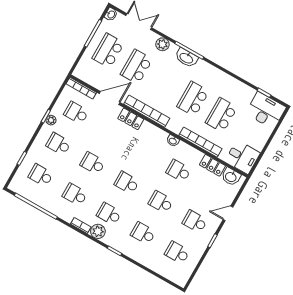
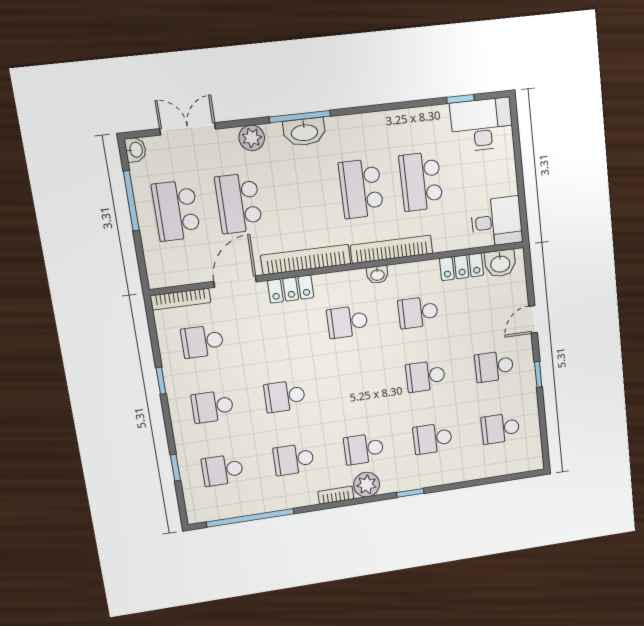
plant: (51, 120) -> (173, 381), removed
bookcase: (200, 142) -> (392, 249), moved
school desk: (127, 183) -> (347, 322), moved

